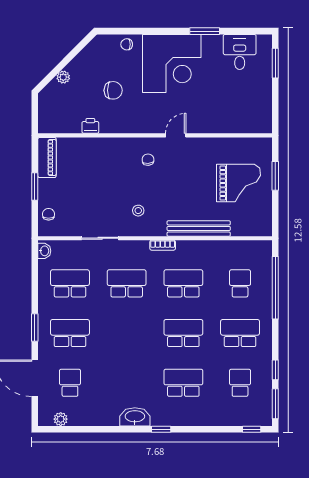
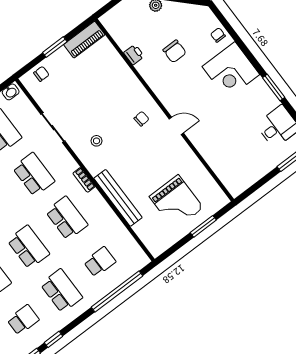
corner desk: (172, 64) -> (231, 70), width x0.74, depth x0.74

